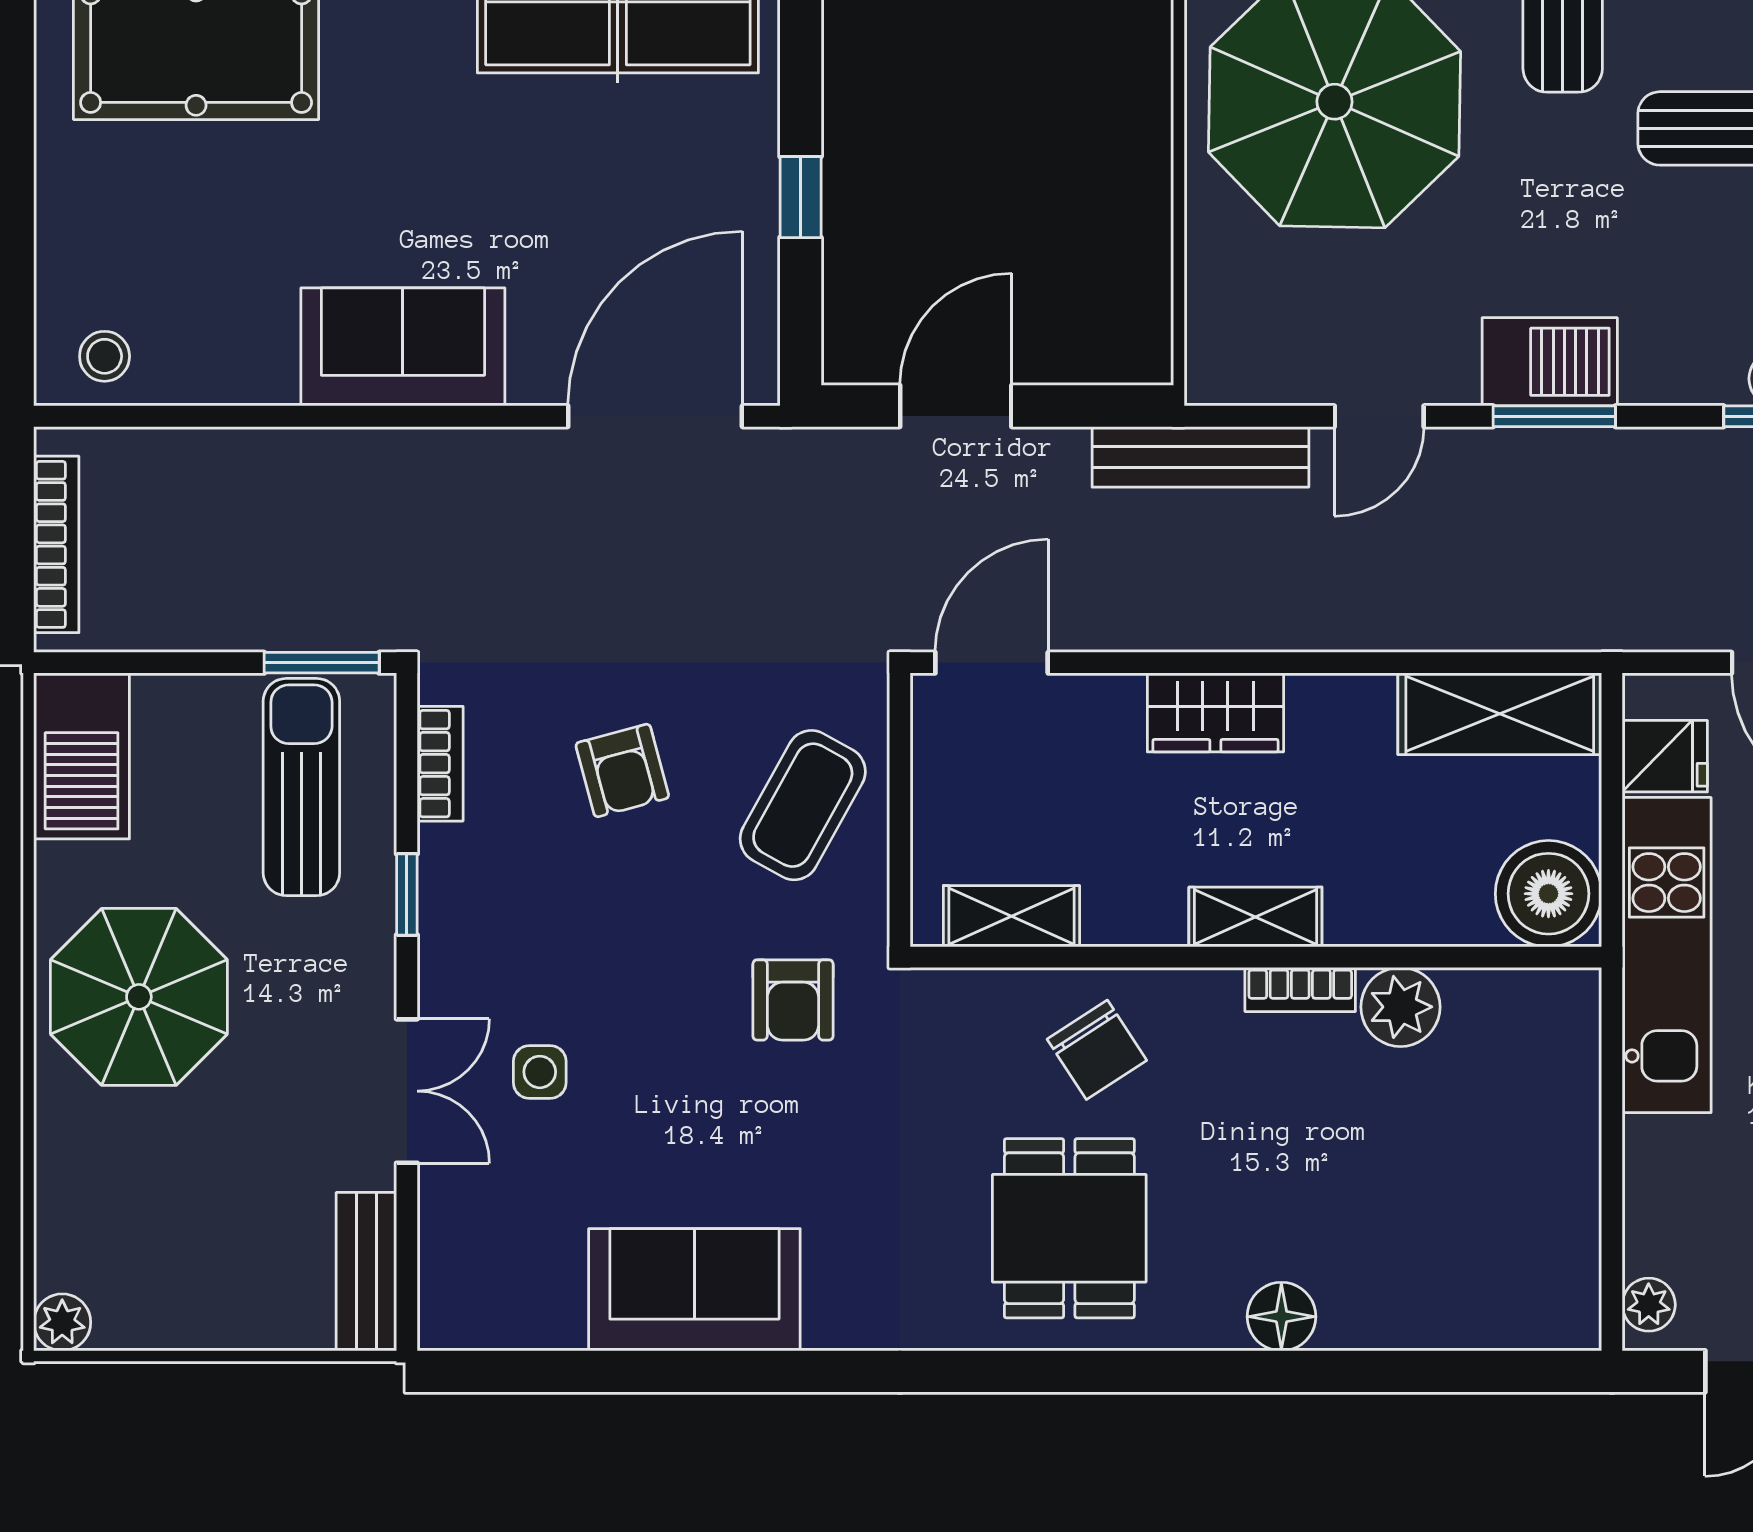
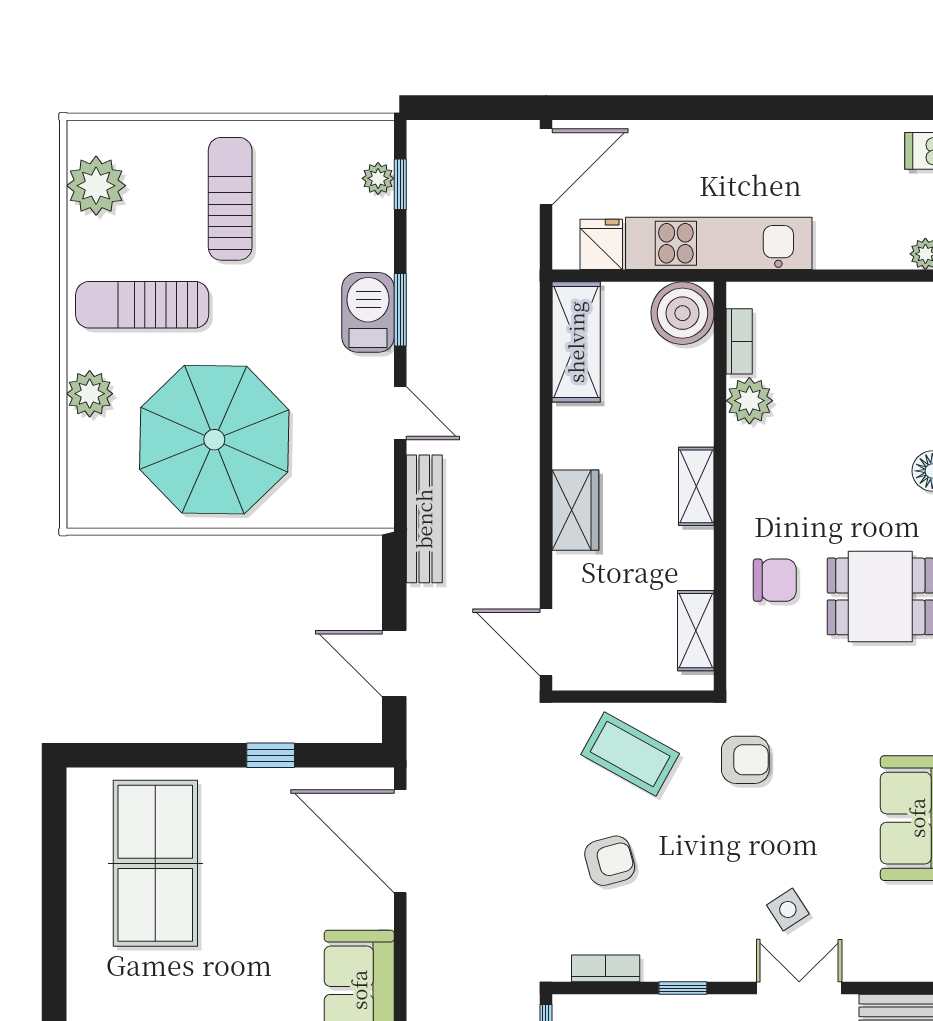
bookcase: (1300, 990) -> (739, 341), moved
chair: (1097, 1050) -> (775, 580), turned 33
side table: (540, 1072) -> (788, 909), turned -33

